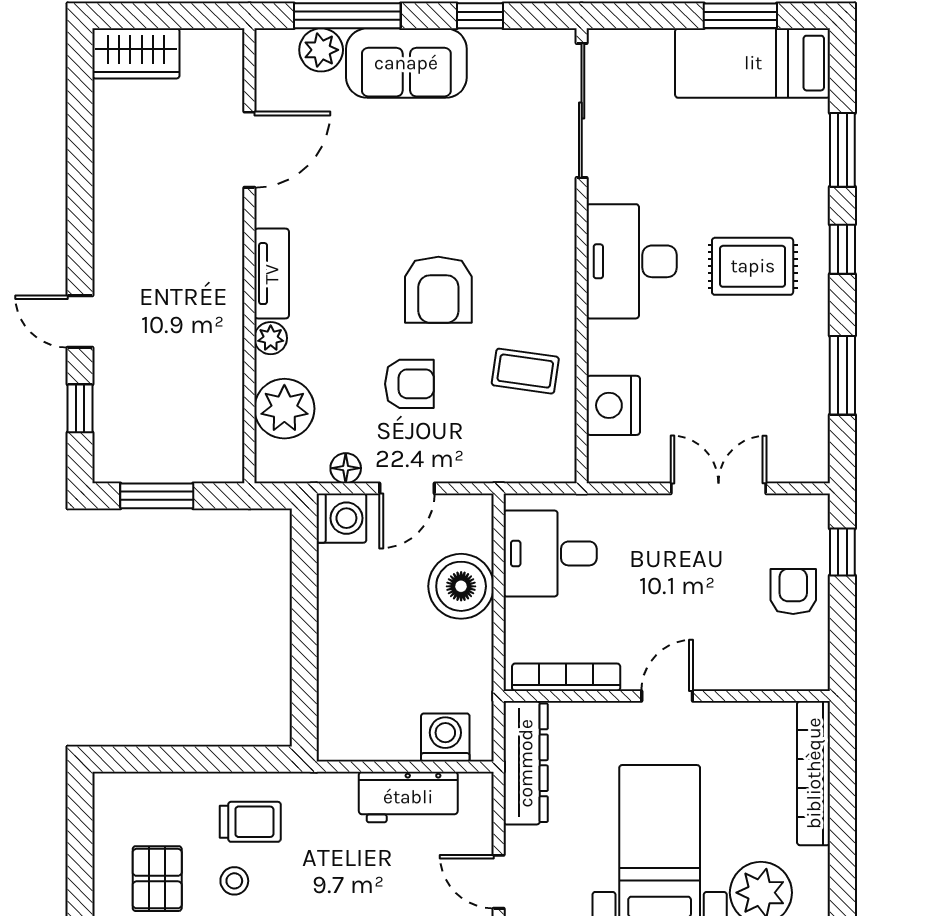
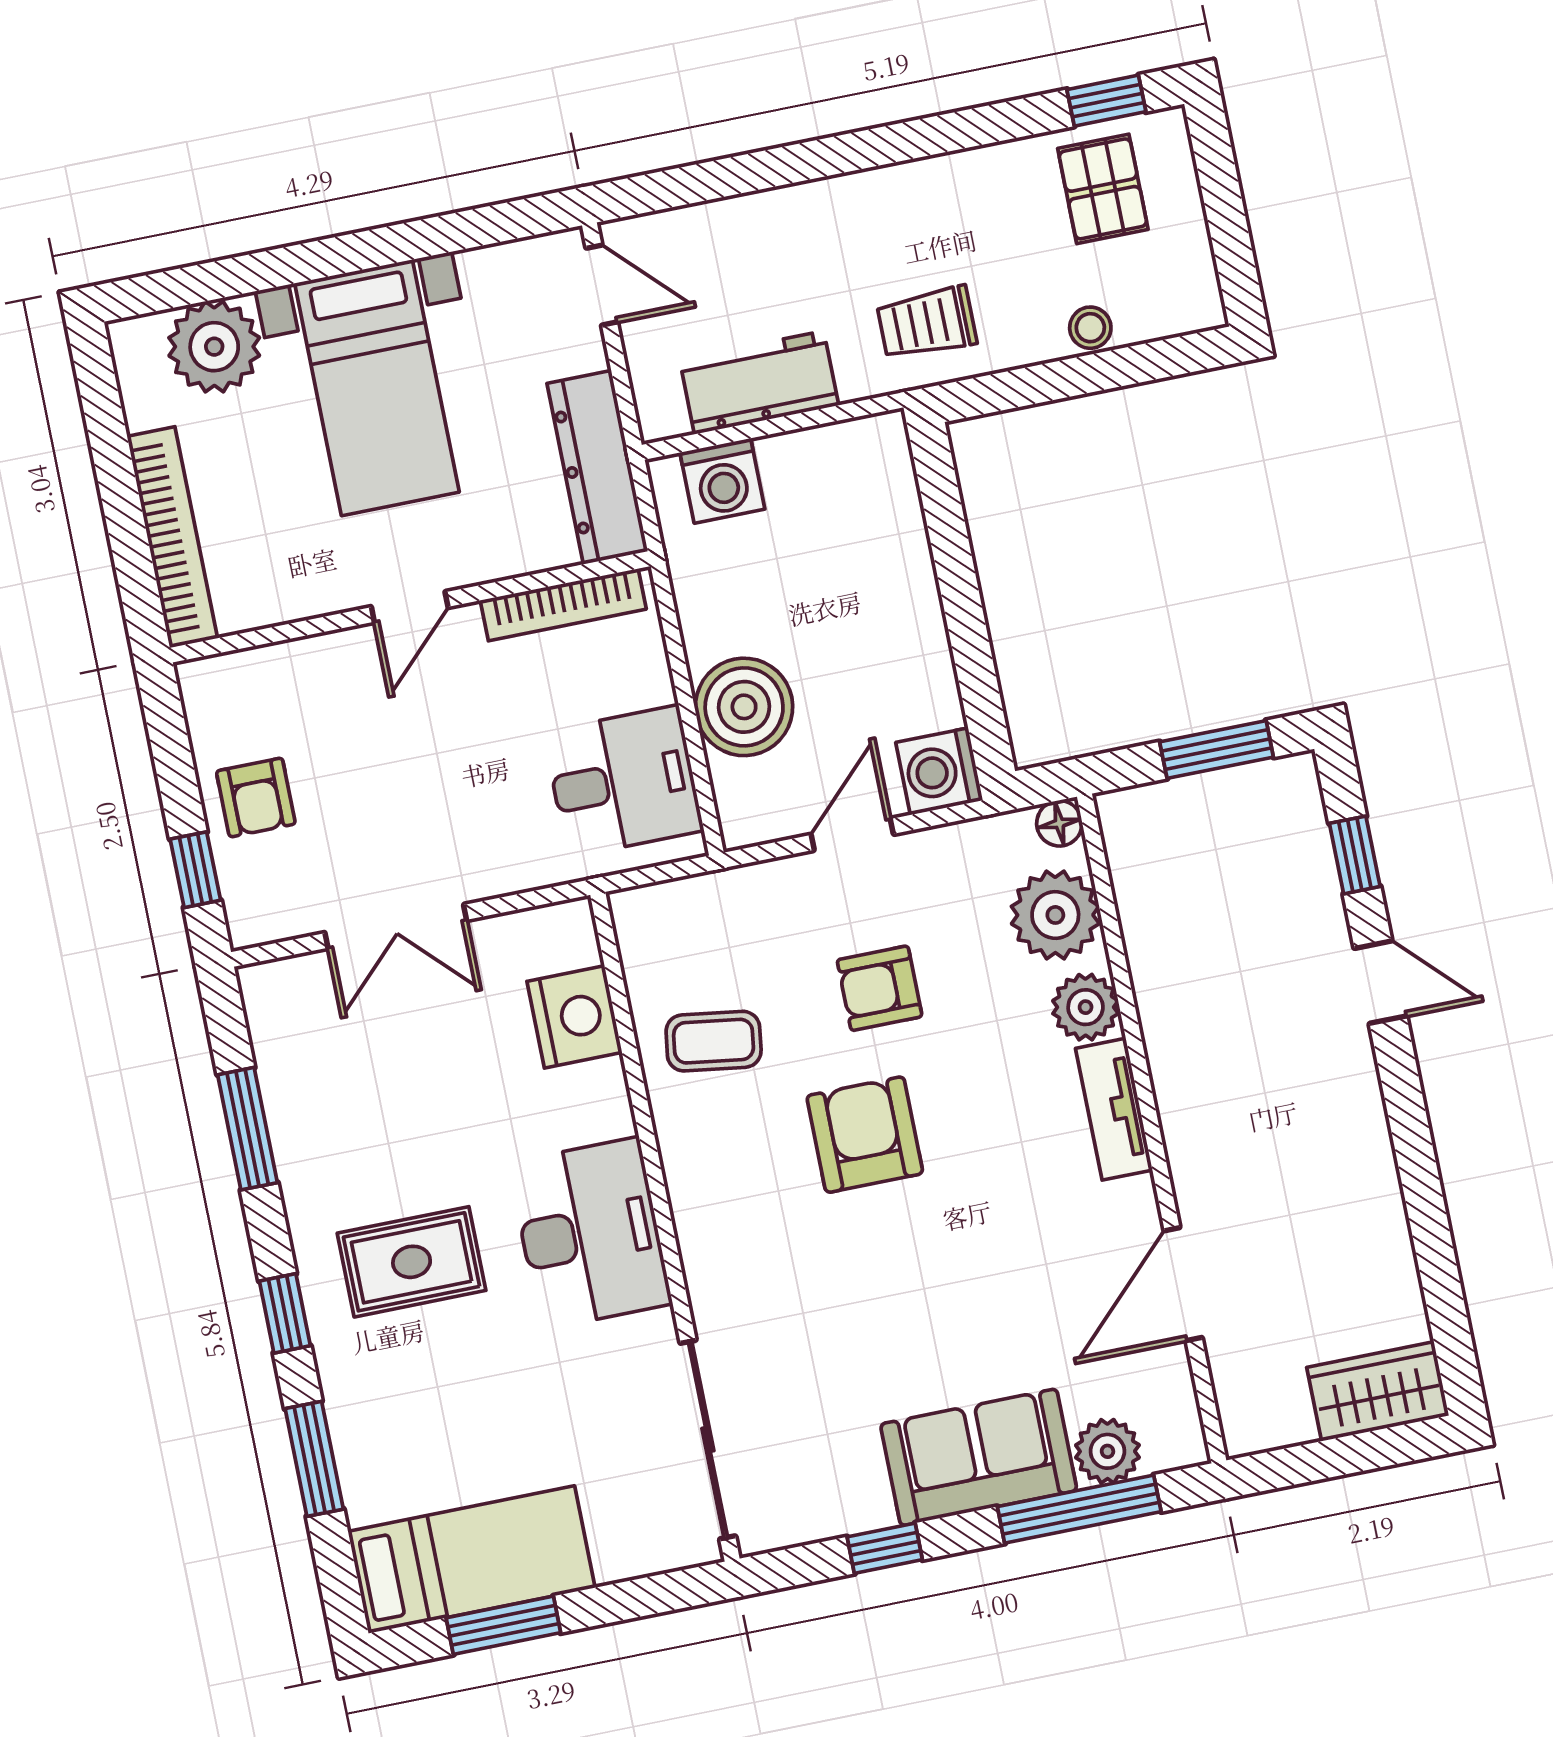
plant: (271, 338) -> (1086, 1007), width x1.38, depth x1.38
floor lamp: (346, 468) -> (1059, 823), moved
trolley: (250, 822) -> (927, 323), moved
stool: (234, 881) -> (1090, 328), moved

